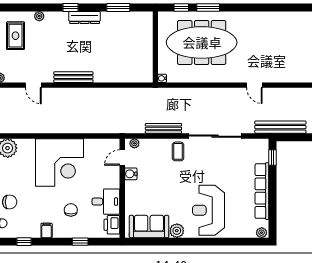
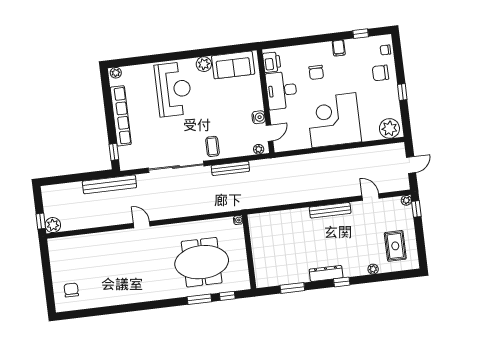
meeting table: (202, 42) -> (202, 262), width x0.73
desk: (106, 202) -> (281, 90), width x1.37
window: (80, 242) -> (302, 41), removed

